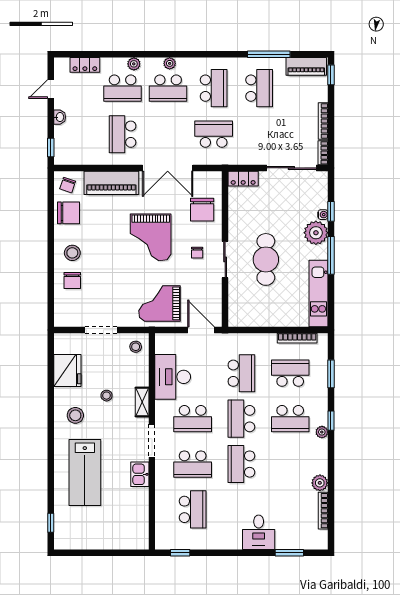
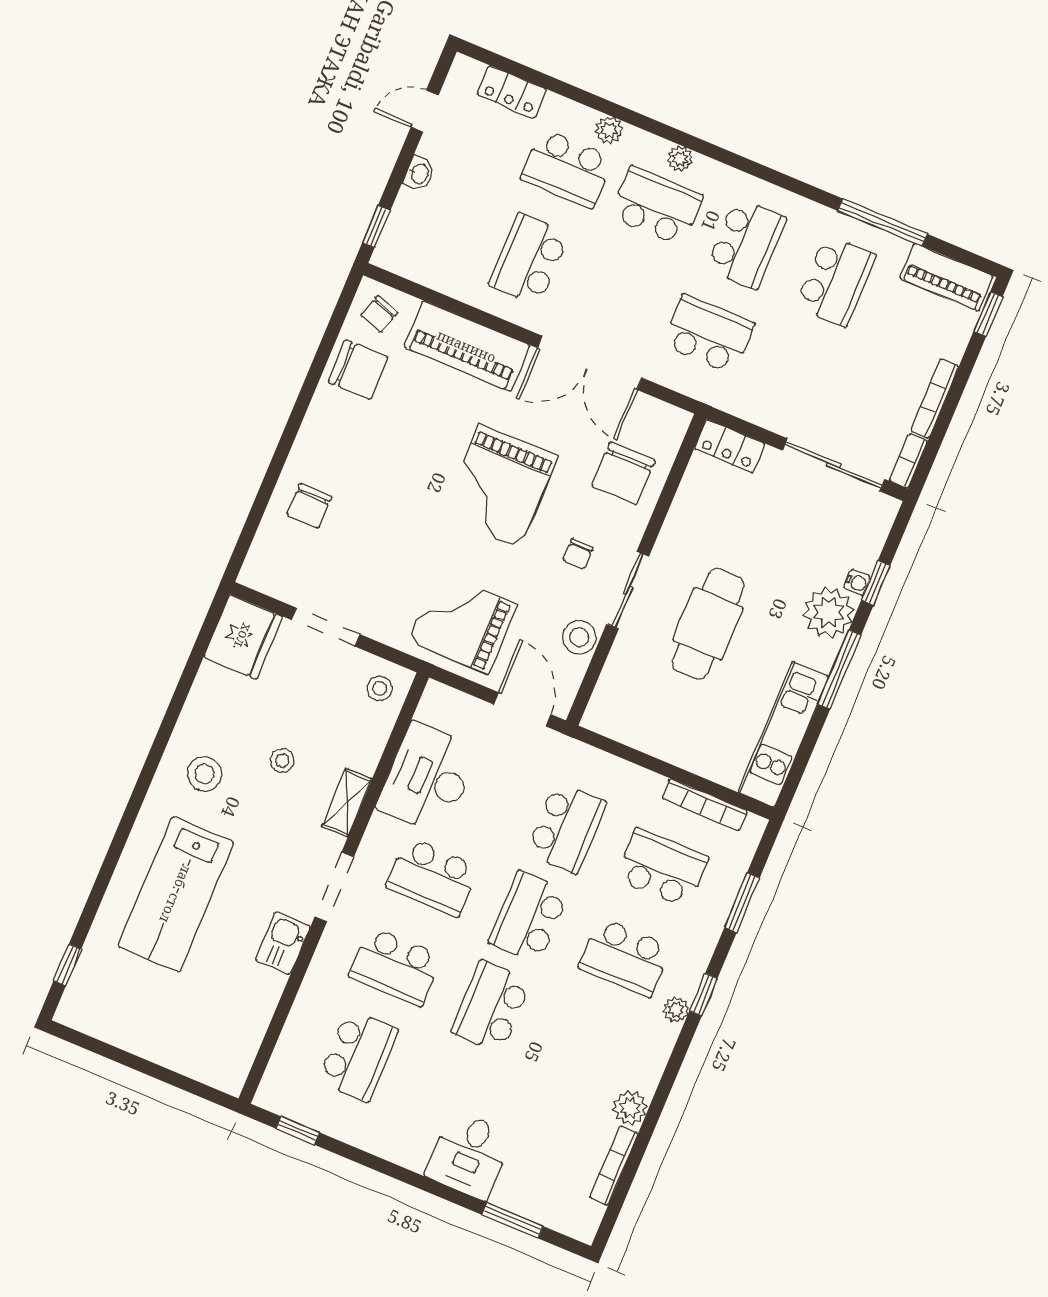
school desk: (168, 88) -> (656, 206), turned 180
stool: (72, 253) -> (579, 637), moved
fridge: (67, 370) -> (243, 637), moved

